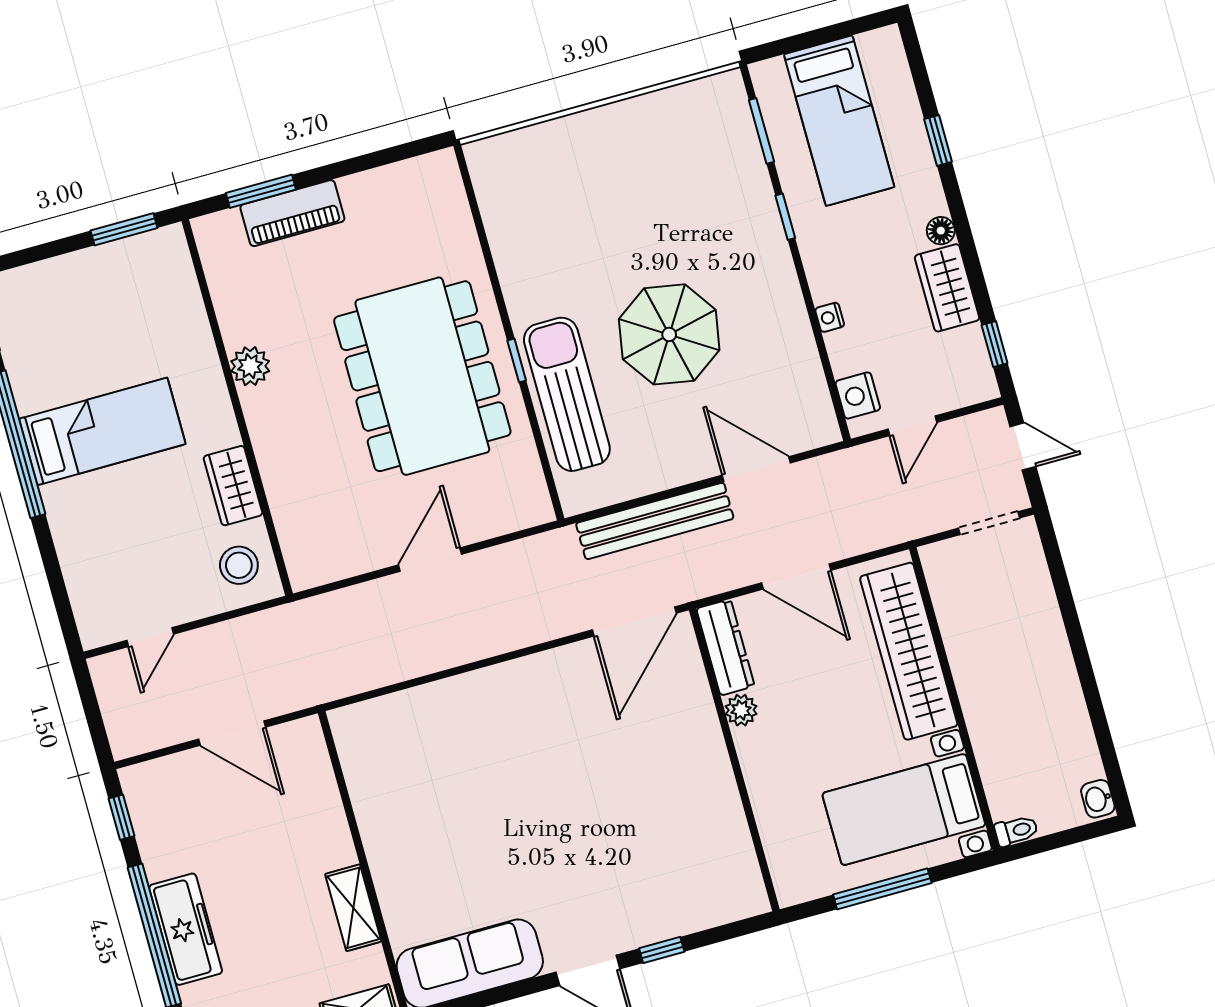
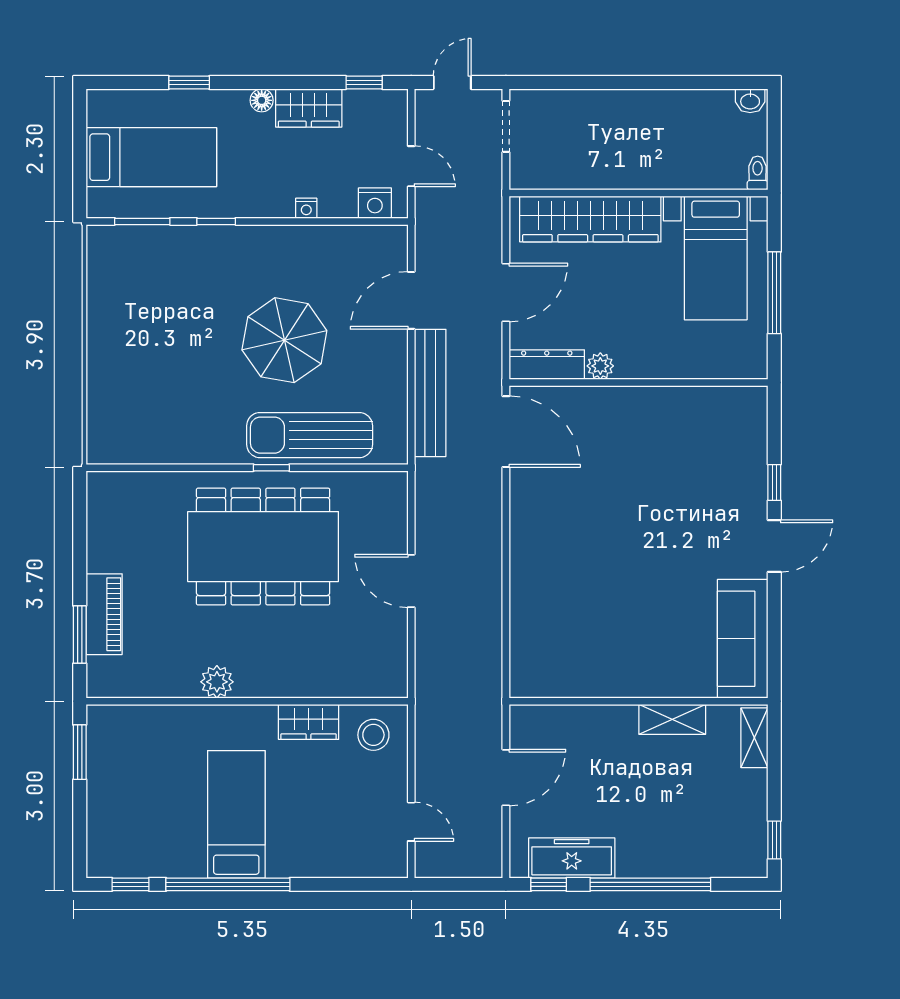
freezer: (186, 929) -> (572, 858), moved

